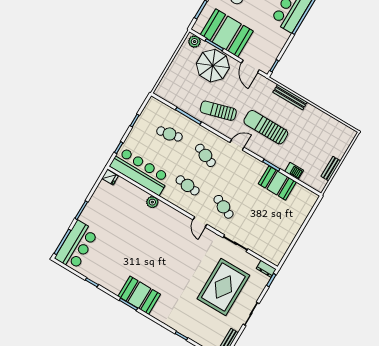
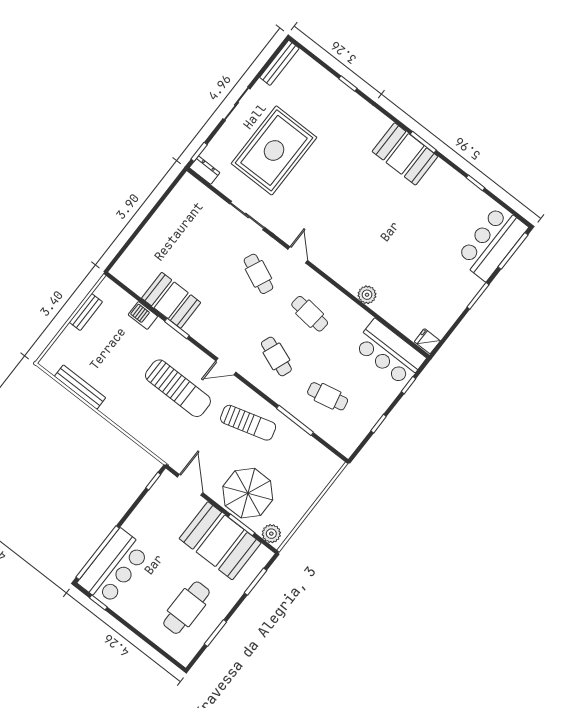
bench: (290, 97) -> (80, 387), moved
bar counter: (140, 171) -> (390, 352), width x0.73

